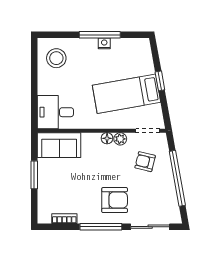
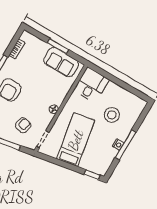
stool: (56, 58) -> (112, 115), moved
window: (160, 81) -> (92, 175), moved
plant: (120, 139) -> (48, 118), removed
sofa: (59, 145) -> (61, 62), moved, turned -90

